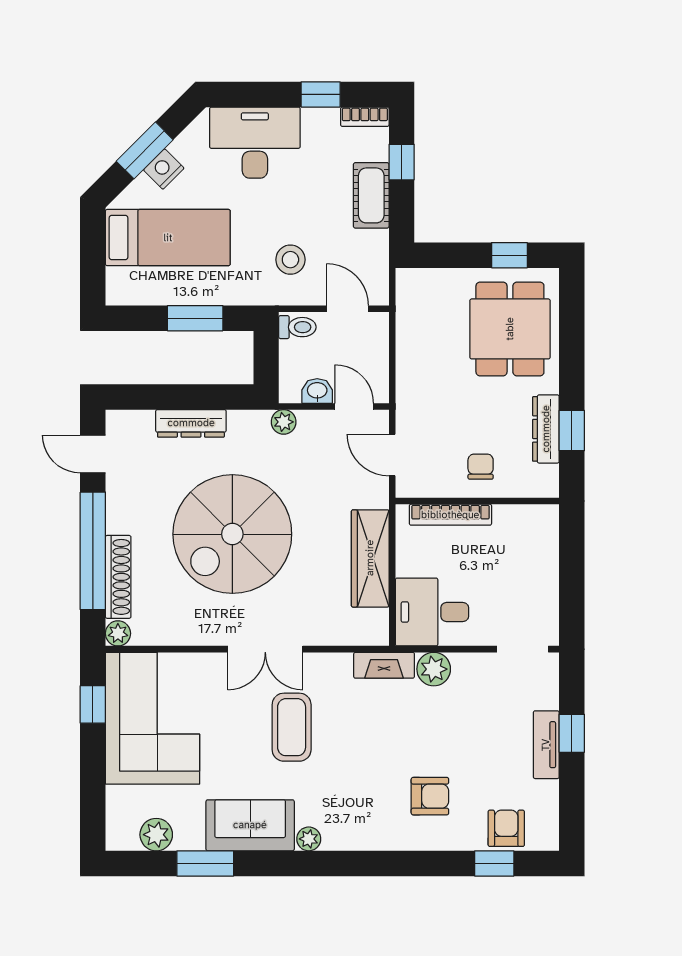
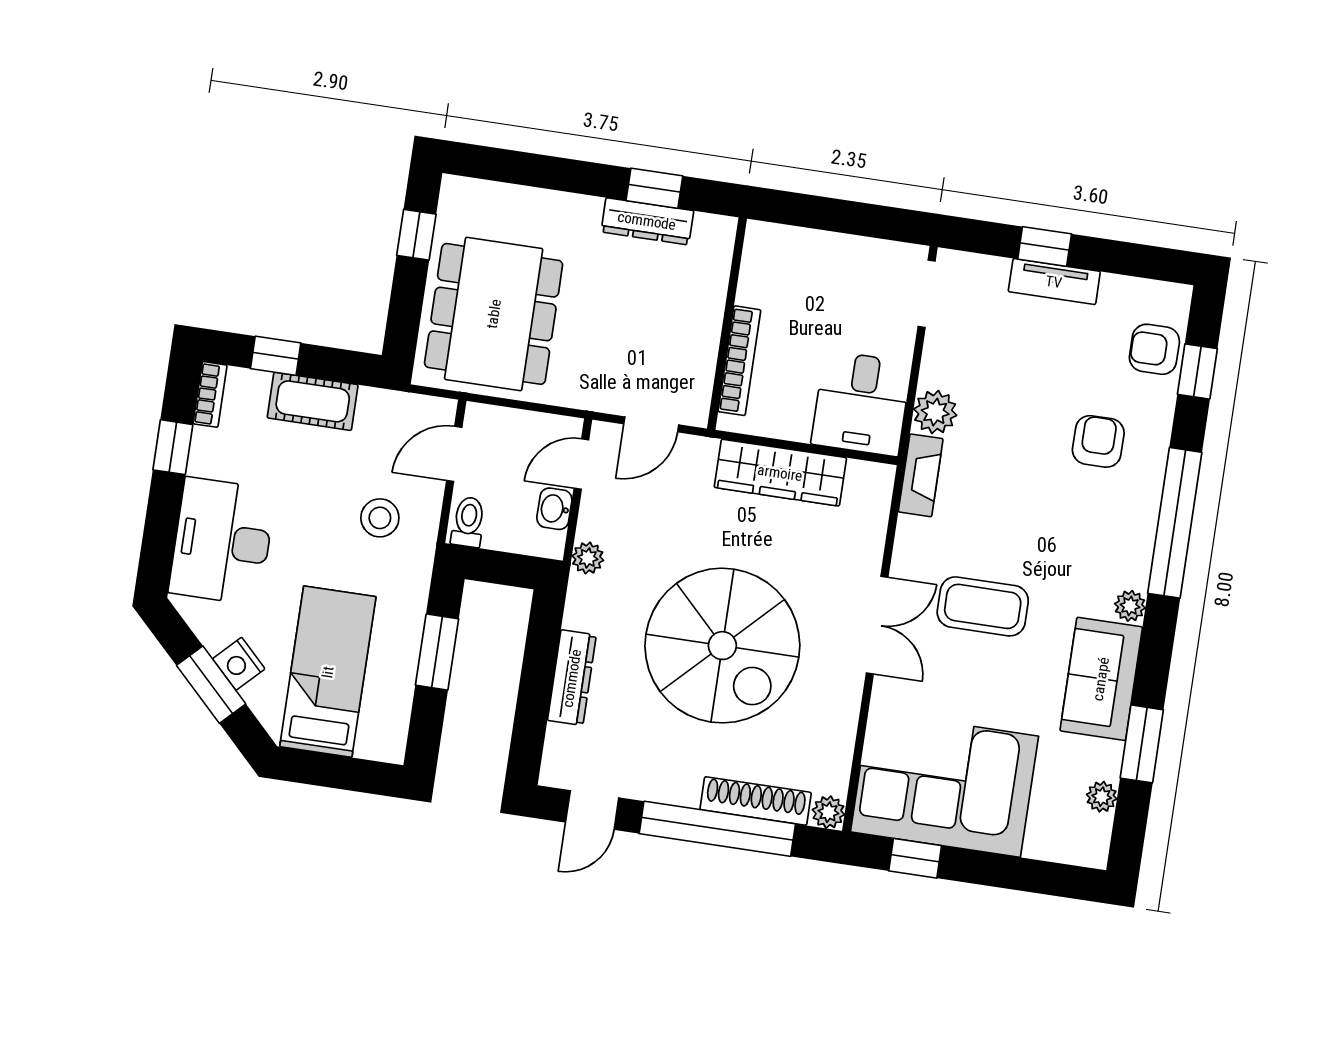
dining table: (510, 329) -> (494, 314), moved, width x1.38
chair: (481, 467) -> (683, 313), removed
plant: (156, 835) -> (1102, 797), width x0.73, depth x0.73
window: (377, 863) -> (1175, 523), added

